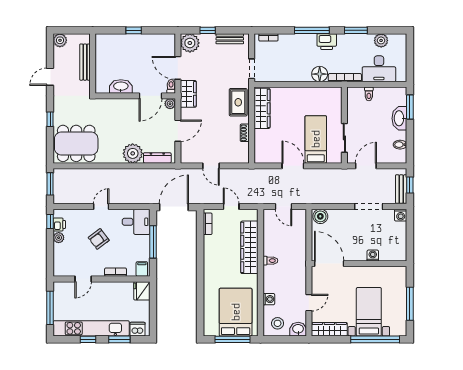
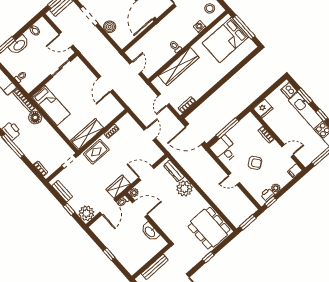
bed: (316, 139) -> (51, 105), moved, turned -90
boiler: (320, 216) -> (110, 27), moved
filing cabinet: (142, 269) -> (295, 171), moved

